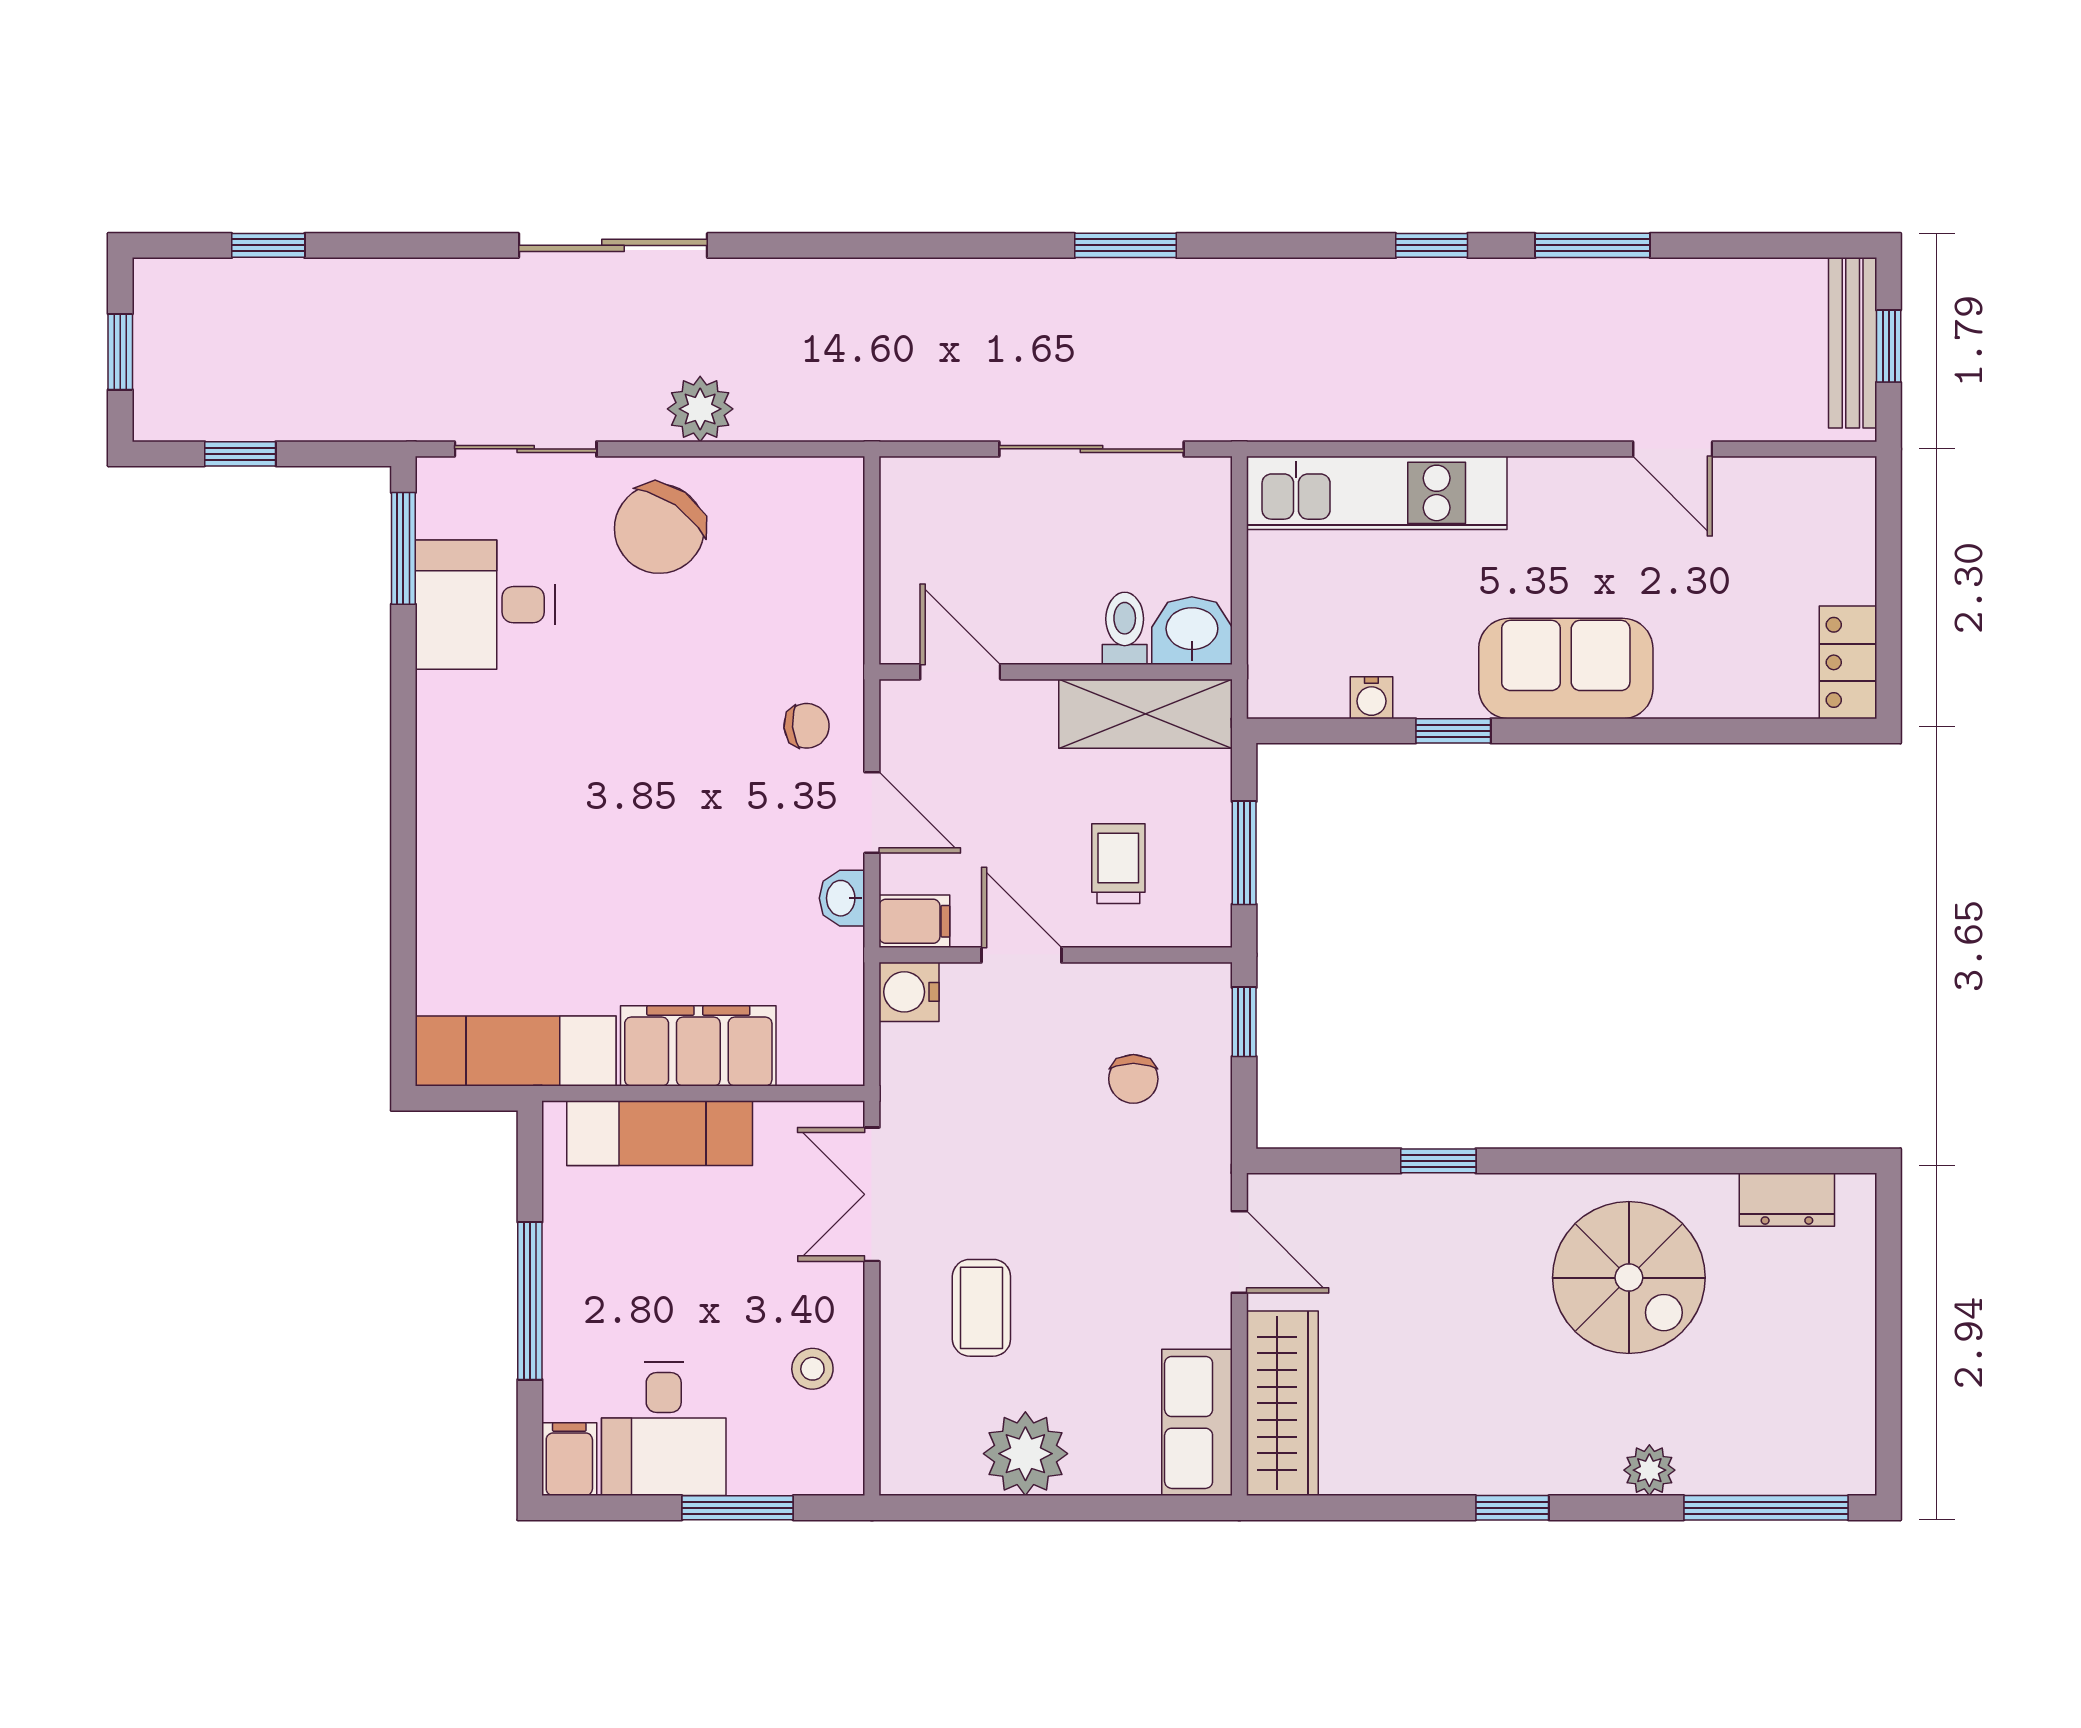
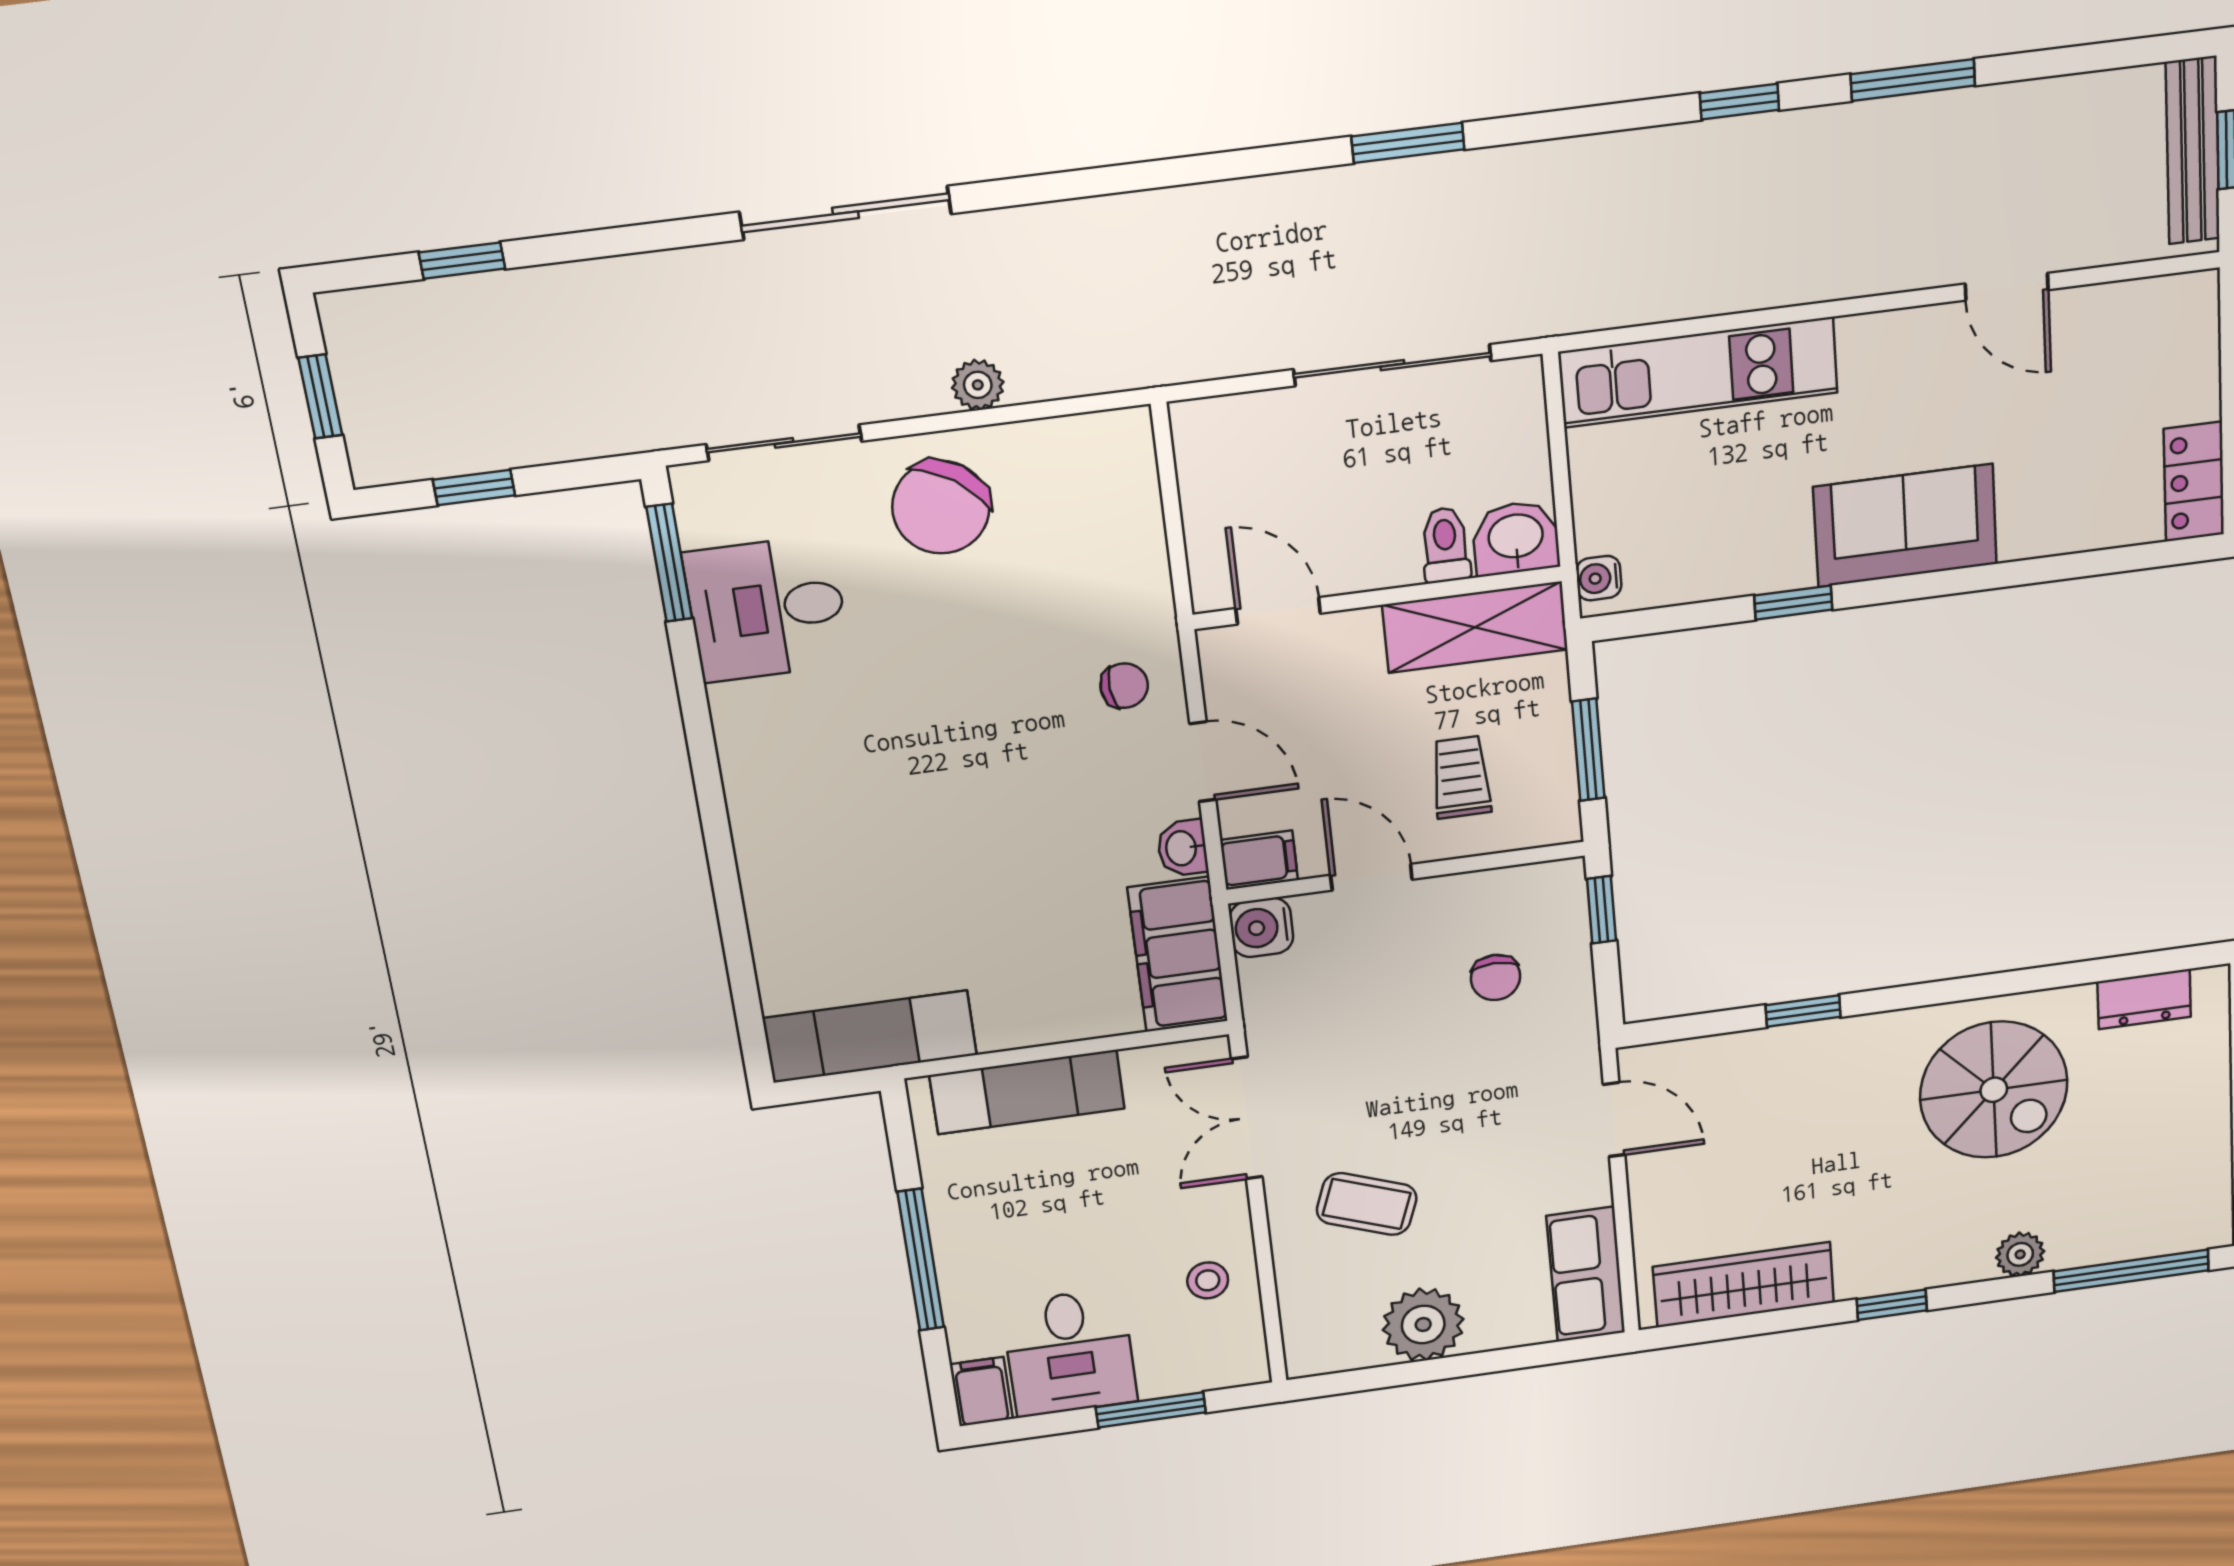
plant: (700, 409) -> (978, 385), width x0.73, depth x0.73
water cooler: (1371, 698) -> (1599, 578), moved, turned 90
filing cabinet: (698, 1046) -> (1178, 955), moved, turned -90
coffee table: (981, 1308) -> (1367, 1204), turned -70
wardrobe: (1282, 1403) -> (1744, 1285), moved, turned -90

